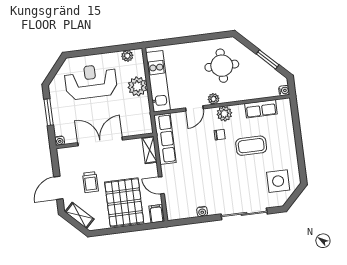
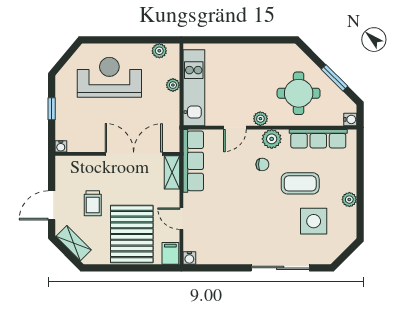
round table: (222, 66) -> (299, 93), moved
plant: (138, 86) -> (173, 85), width x0.53, depth x0.53
row of seats: (261, 109) -> (318, 139), width x1.48
window: (49, 112) -> (52, 109), width x0.67
double door: (100, 141) -> (134, 154), moved
plant: (291, 153) -> (349, 200), added
side table: (278, 181) -> (314, 221), moved
water cooler: (202, 211) -> (189, 258), moved

